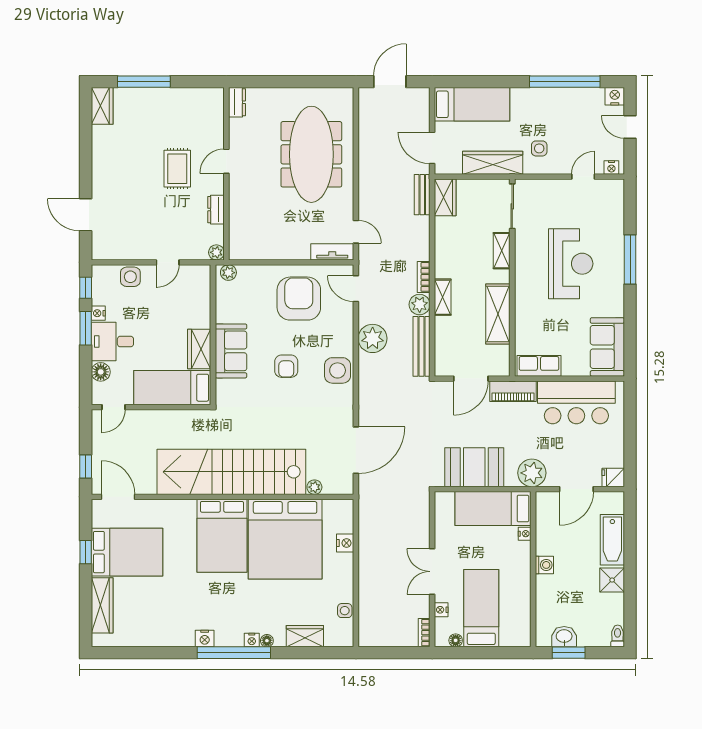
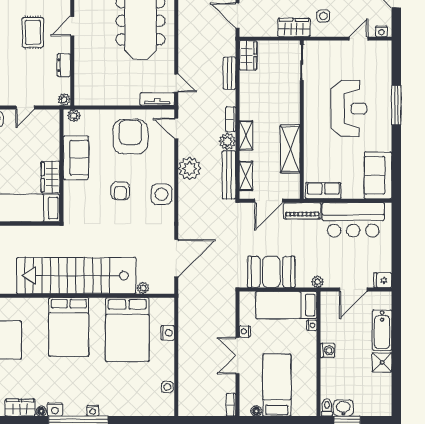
wardrobe: (493, 163) -> (294, 27), width x0.67
bench: (422, 195) -> (229, 73), moved
shelving: (502, 251) -> (246, 176), moved
sofa: (231, 351) -> (76, 158), moved
plant: (532, 473) -> (317, 282), width x0.53, depth x0.53
bed: (285, 539) -> (127, 330), width x0.73
nightstand: (441, 610) -> (245, 331), moved
wardrobe: (305, 636) -> (20, 408), moved
toilet: (618, 636) -> (327, 407), moved
floor lamp: (267, 641) -> (41, 411), moved

